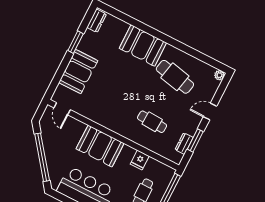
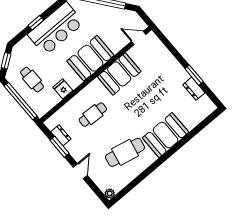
dresser: (97, 21) -> (194, 89), moved
booth: (78, 72) -> (119, 74), moved, turned 90

